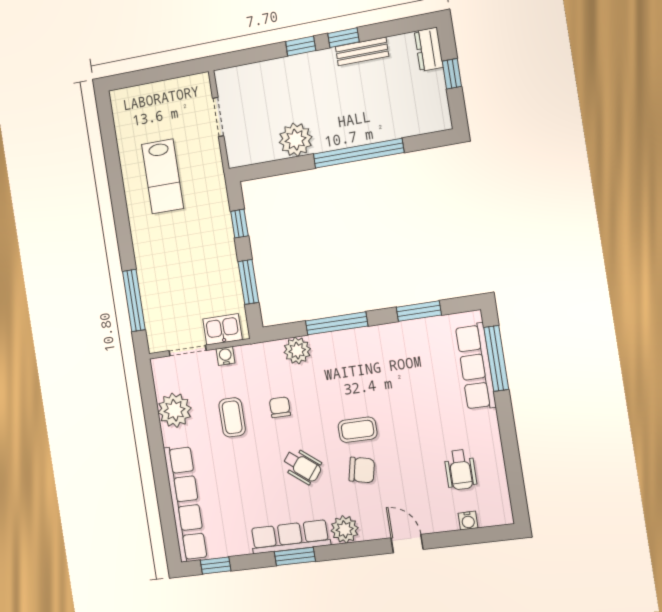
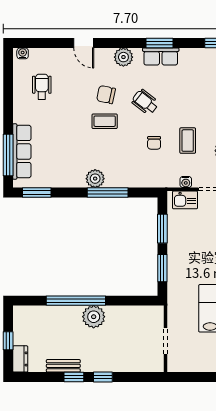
plant: (296, 140) -> (94, 317), moved
window: (239, 224) -> (162, 268), width x1.50
window: (419, 311) -> (37, 193), moved
plant: (297, 351) -> (95, 179), moved
water cooler: (468, 521) -> (23, 53), moved
row of seats: (290, 537) -> (161, 56), width x0.68

